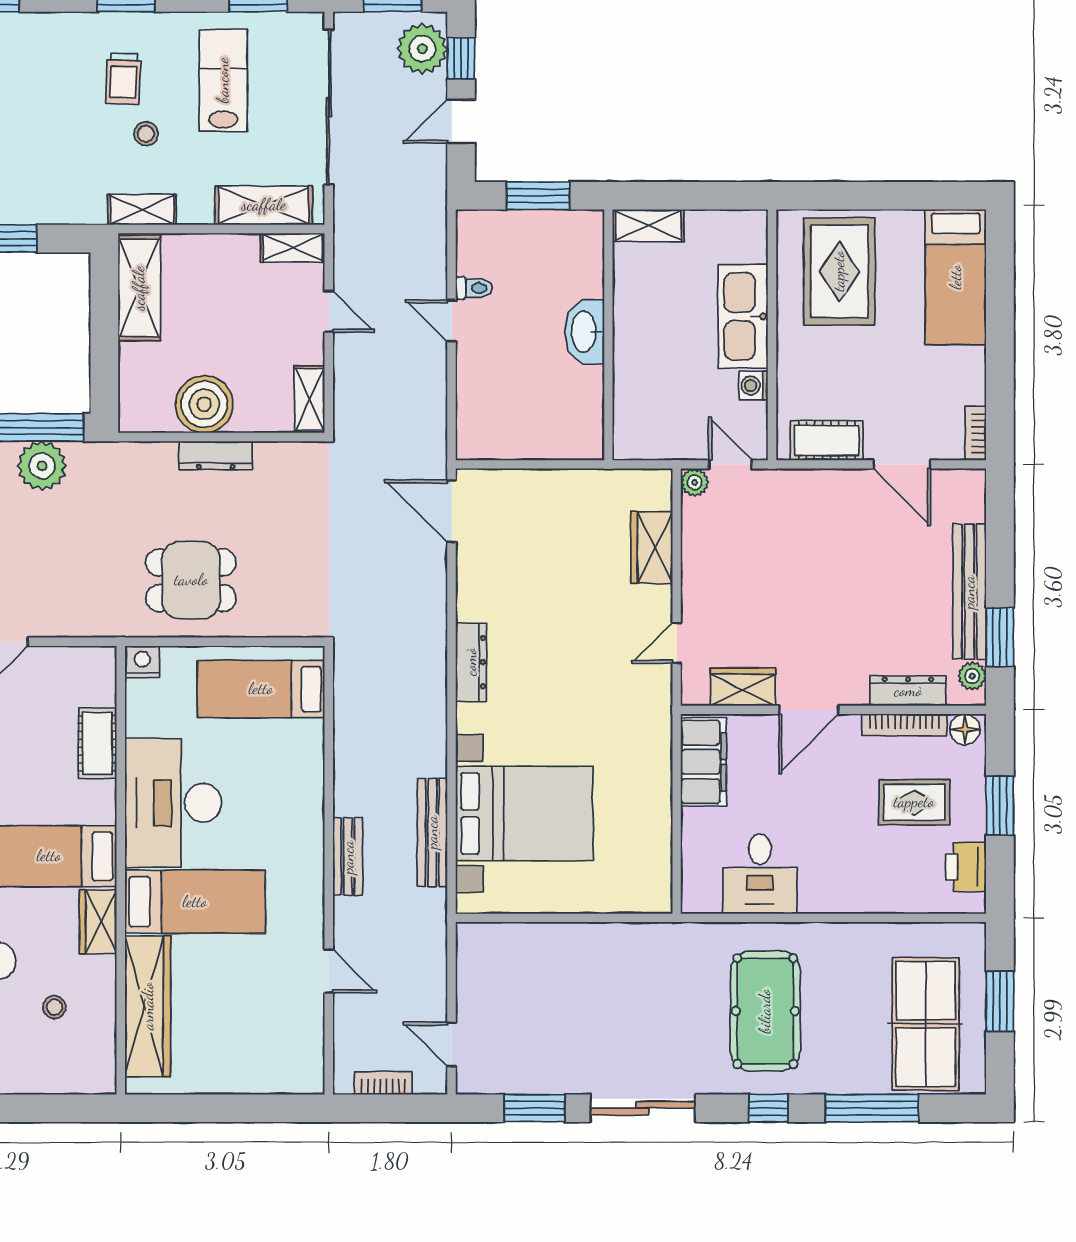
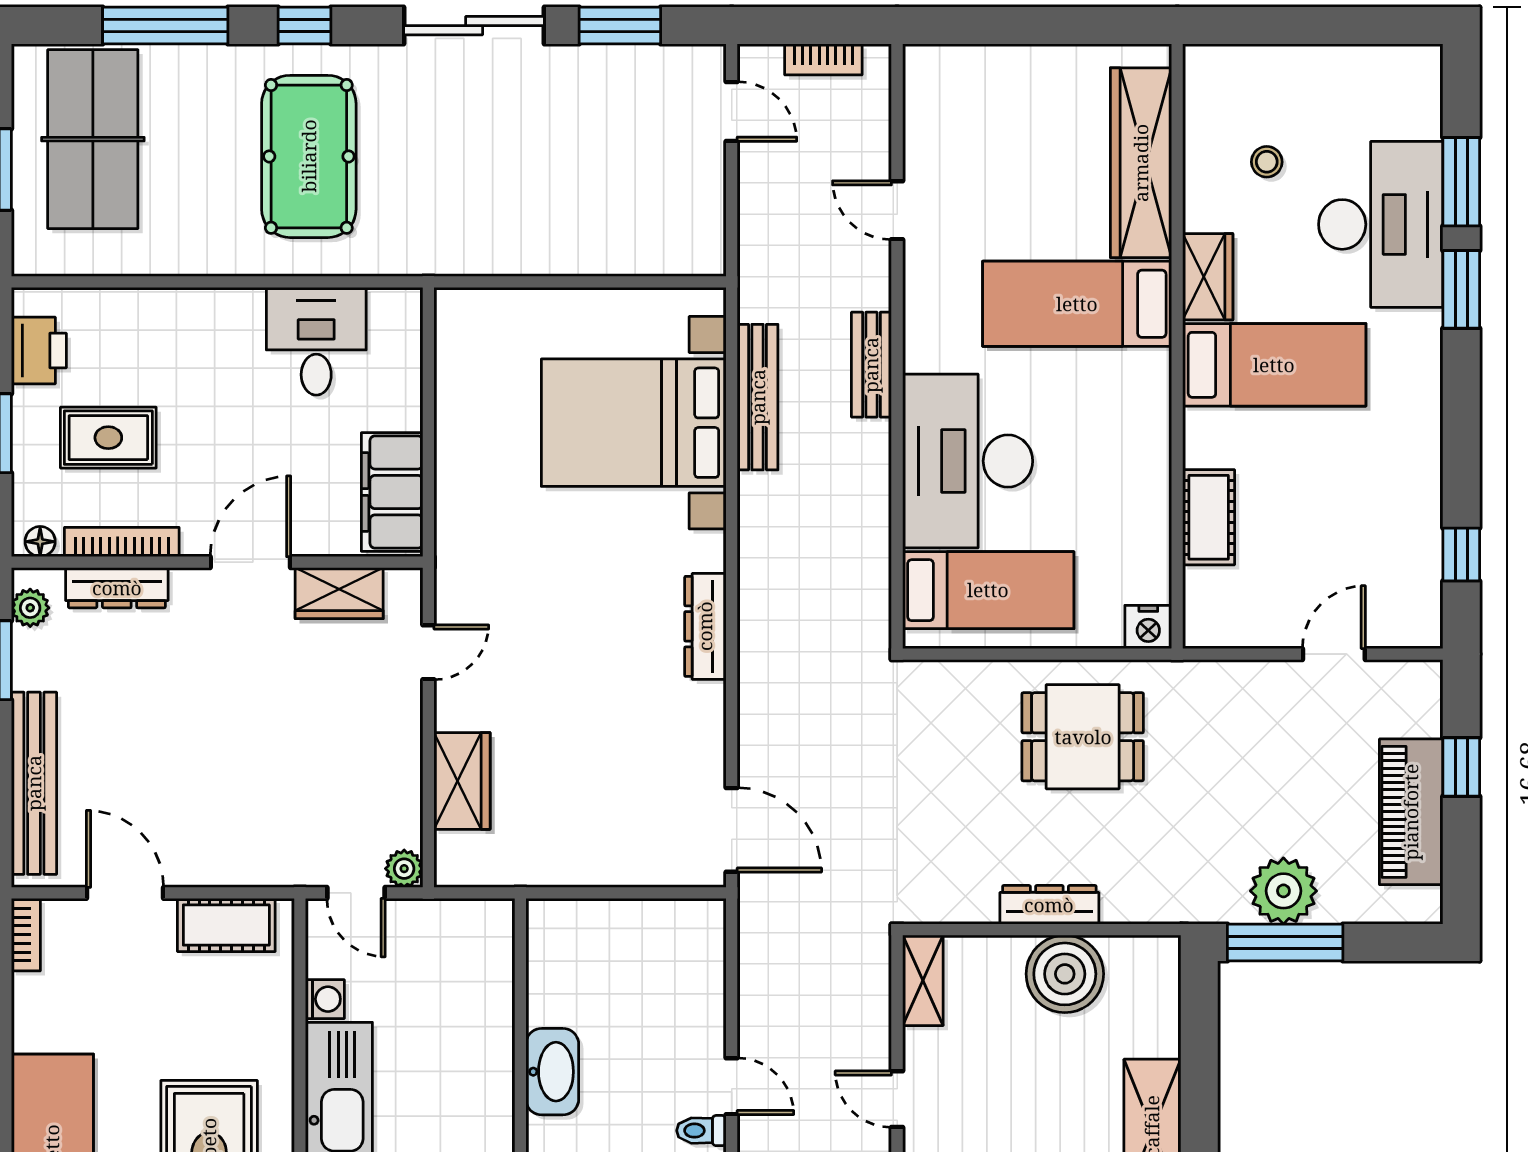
bench: (969, 592) -> (34, 783), moved
floor lamp: (965, 729) -> (40, 542), width x0.73, depth x0.73
desk: (173, 803) -> (968, 461), moved, turned 180

